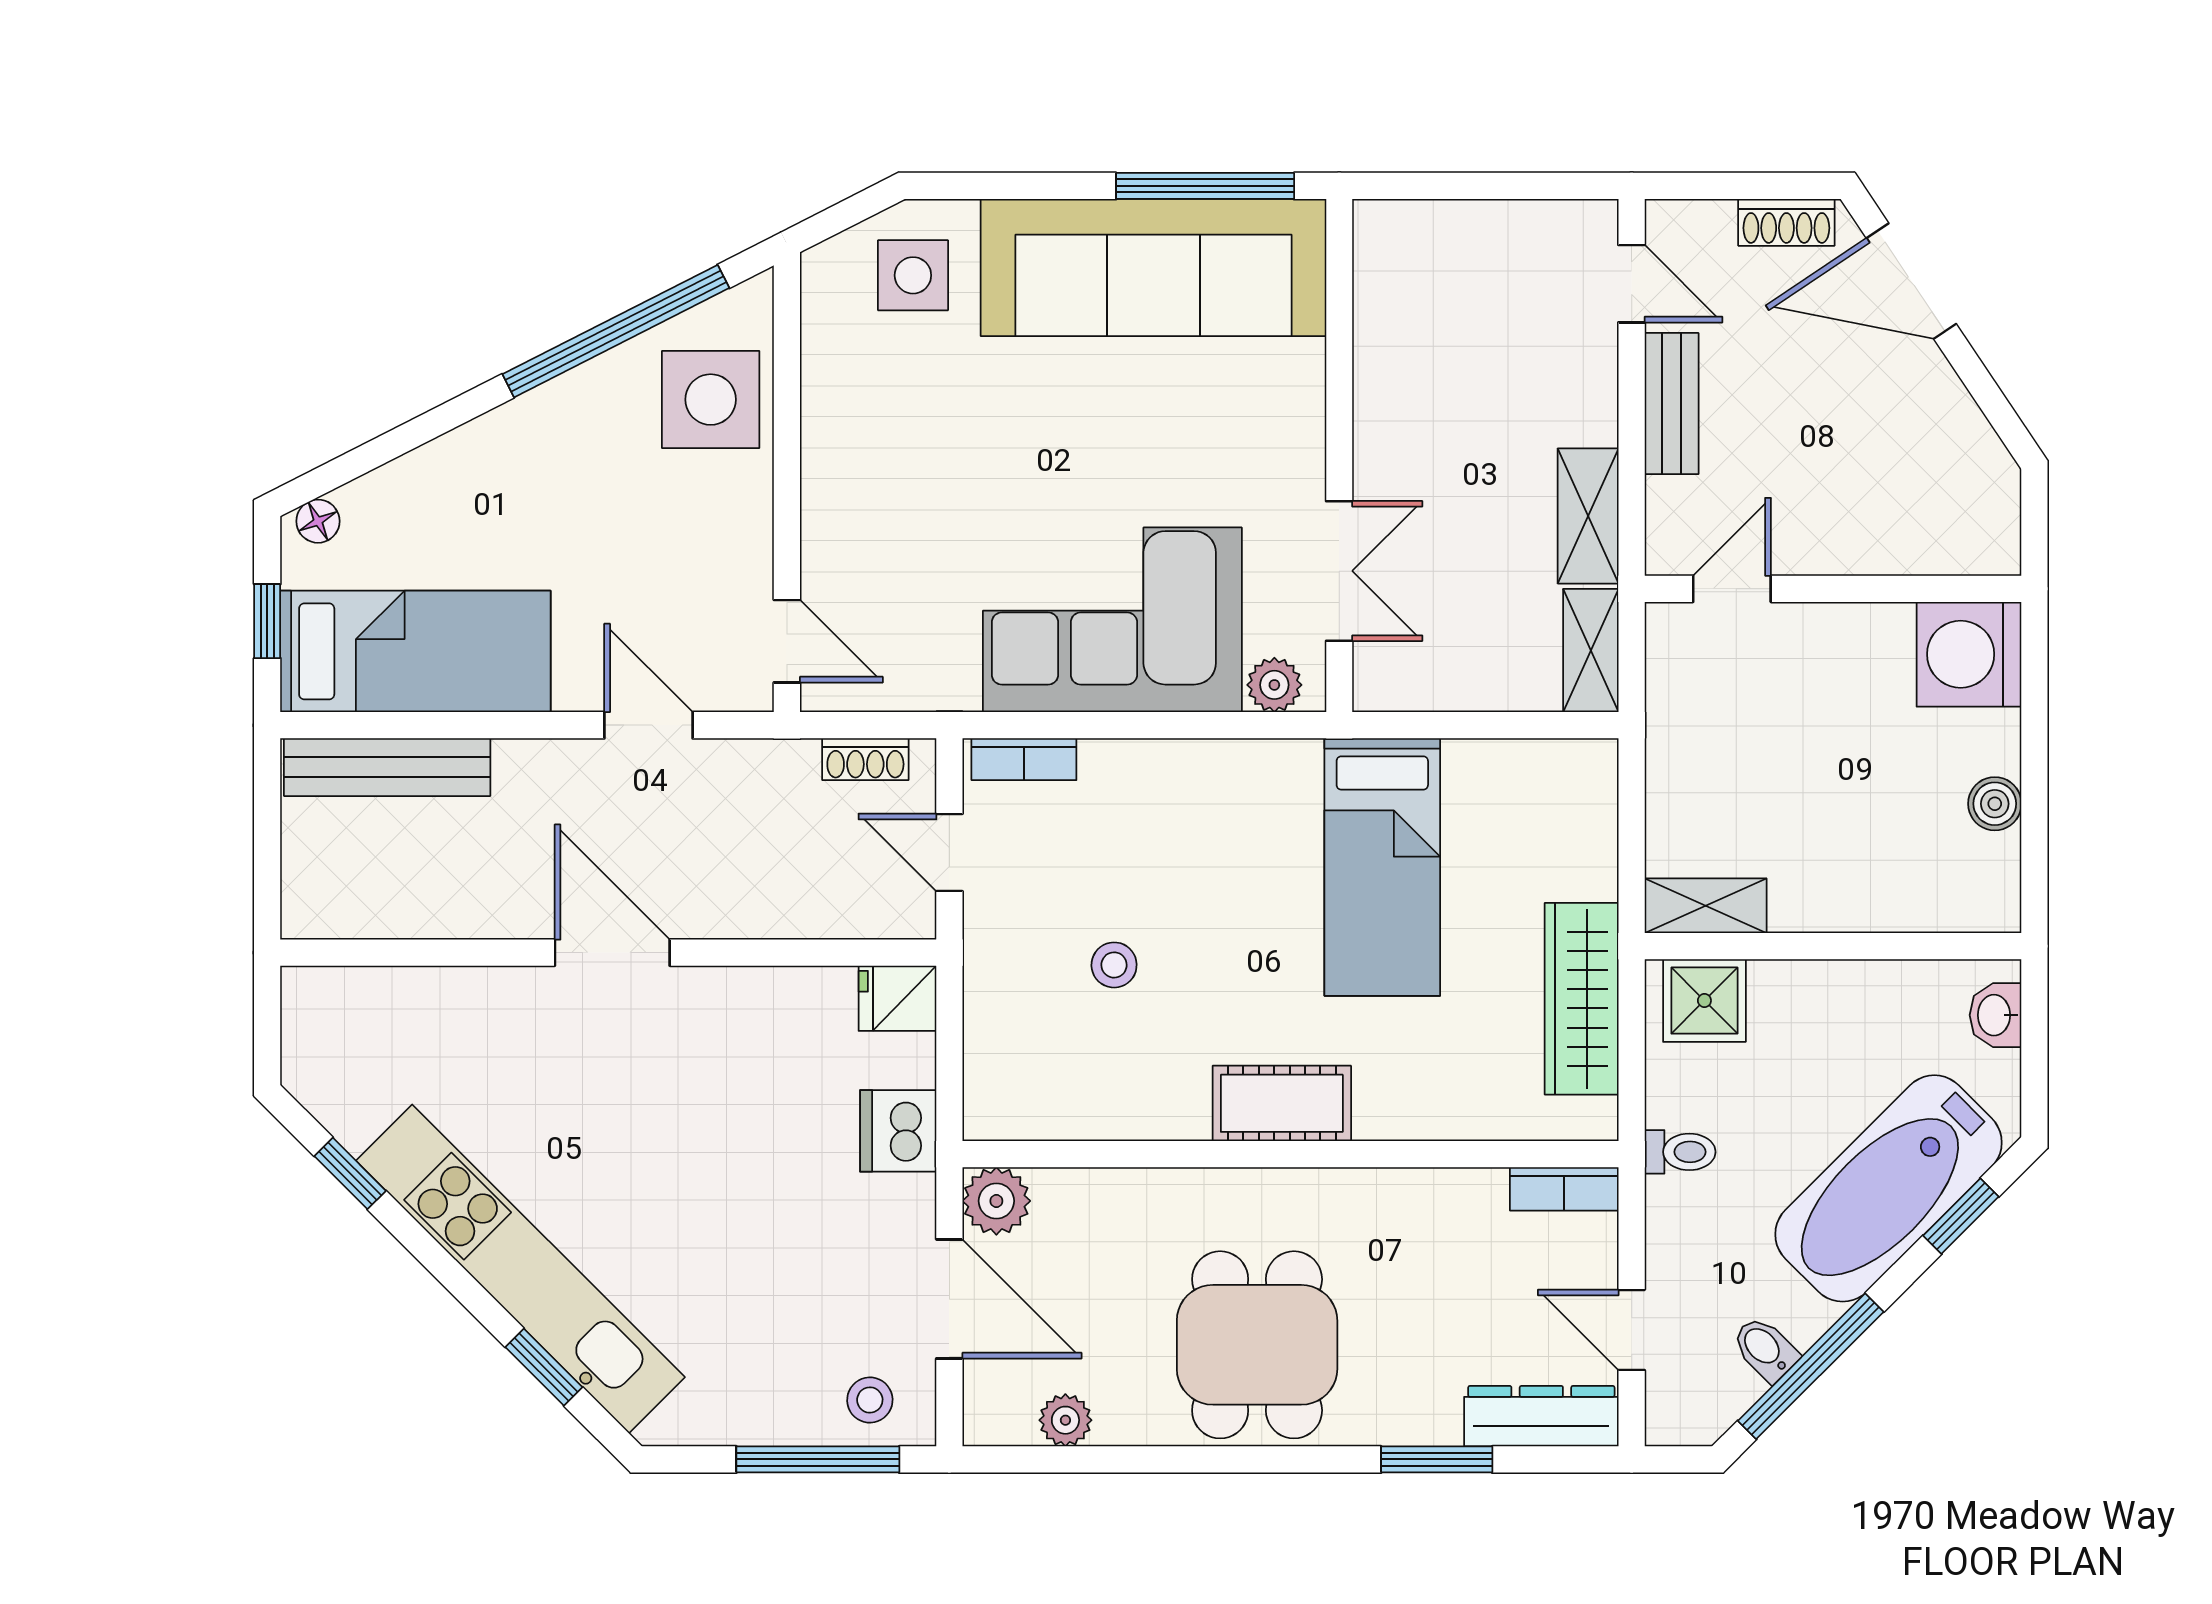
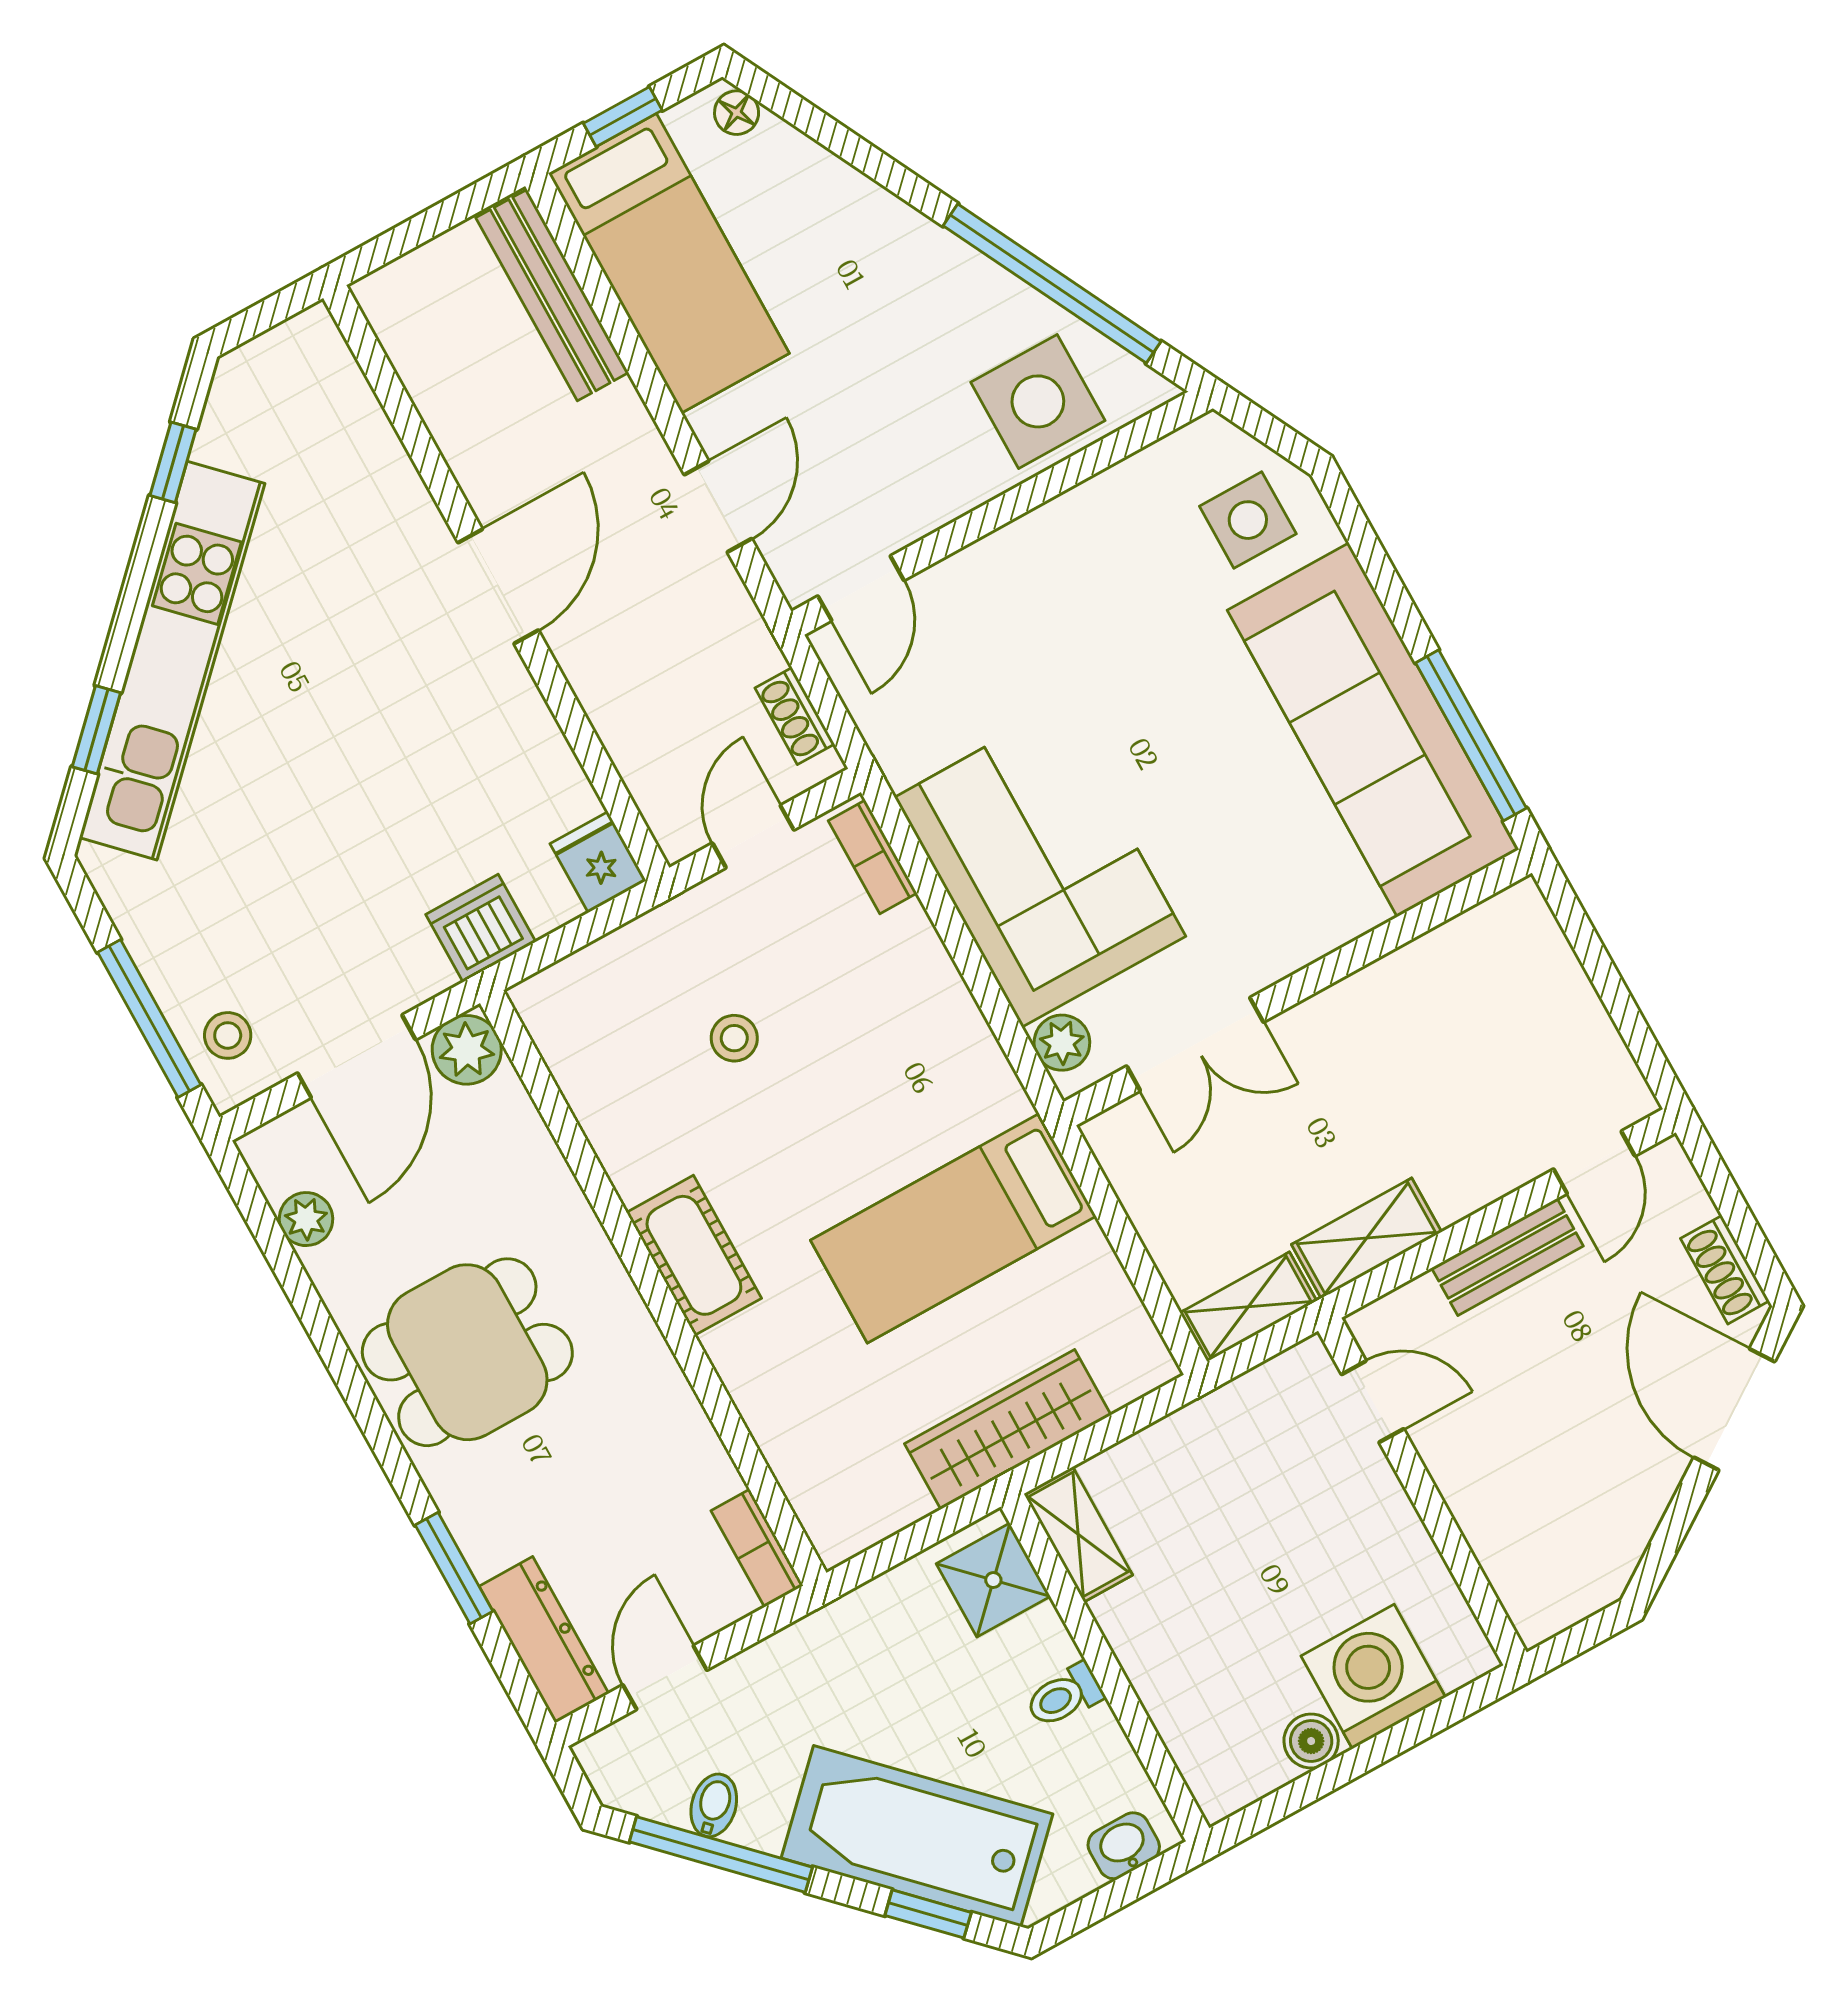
washing machine: (1969, 654) -> (1373, 1677), moved
wardrobe: (1582, 999) -> (1008, 1429), moved
toilet: (1680, 1152) -> (1064, 1696), moved, turned 90

